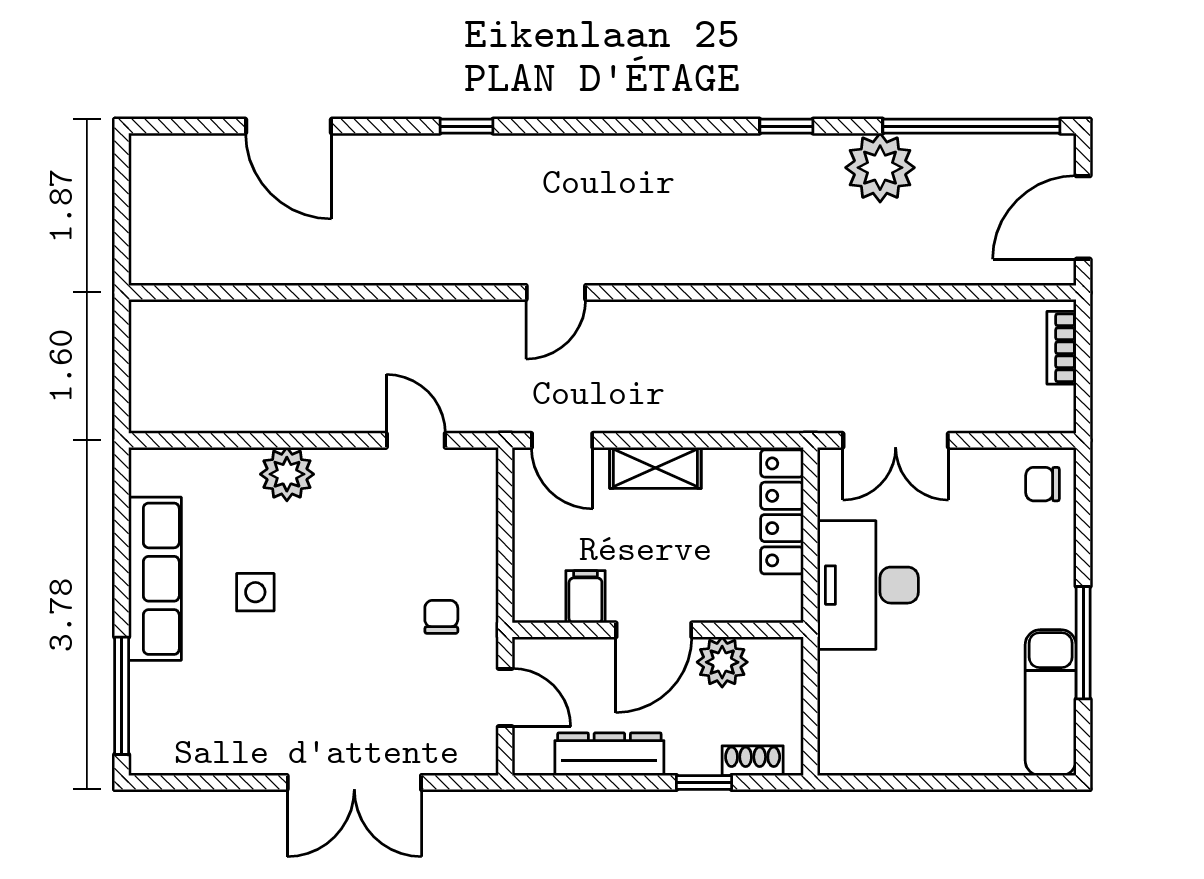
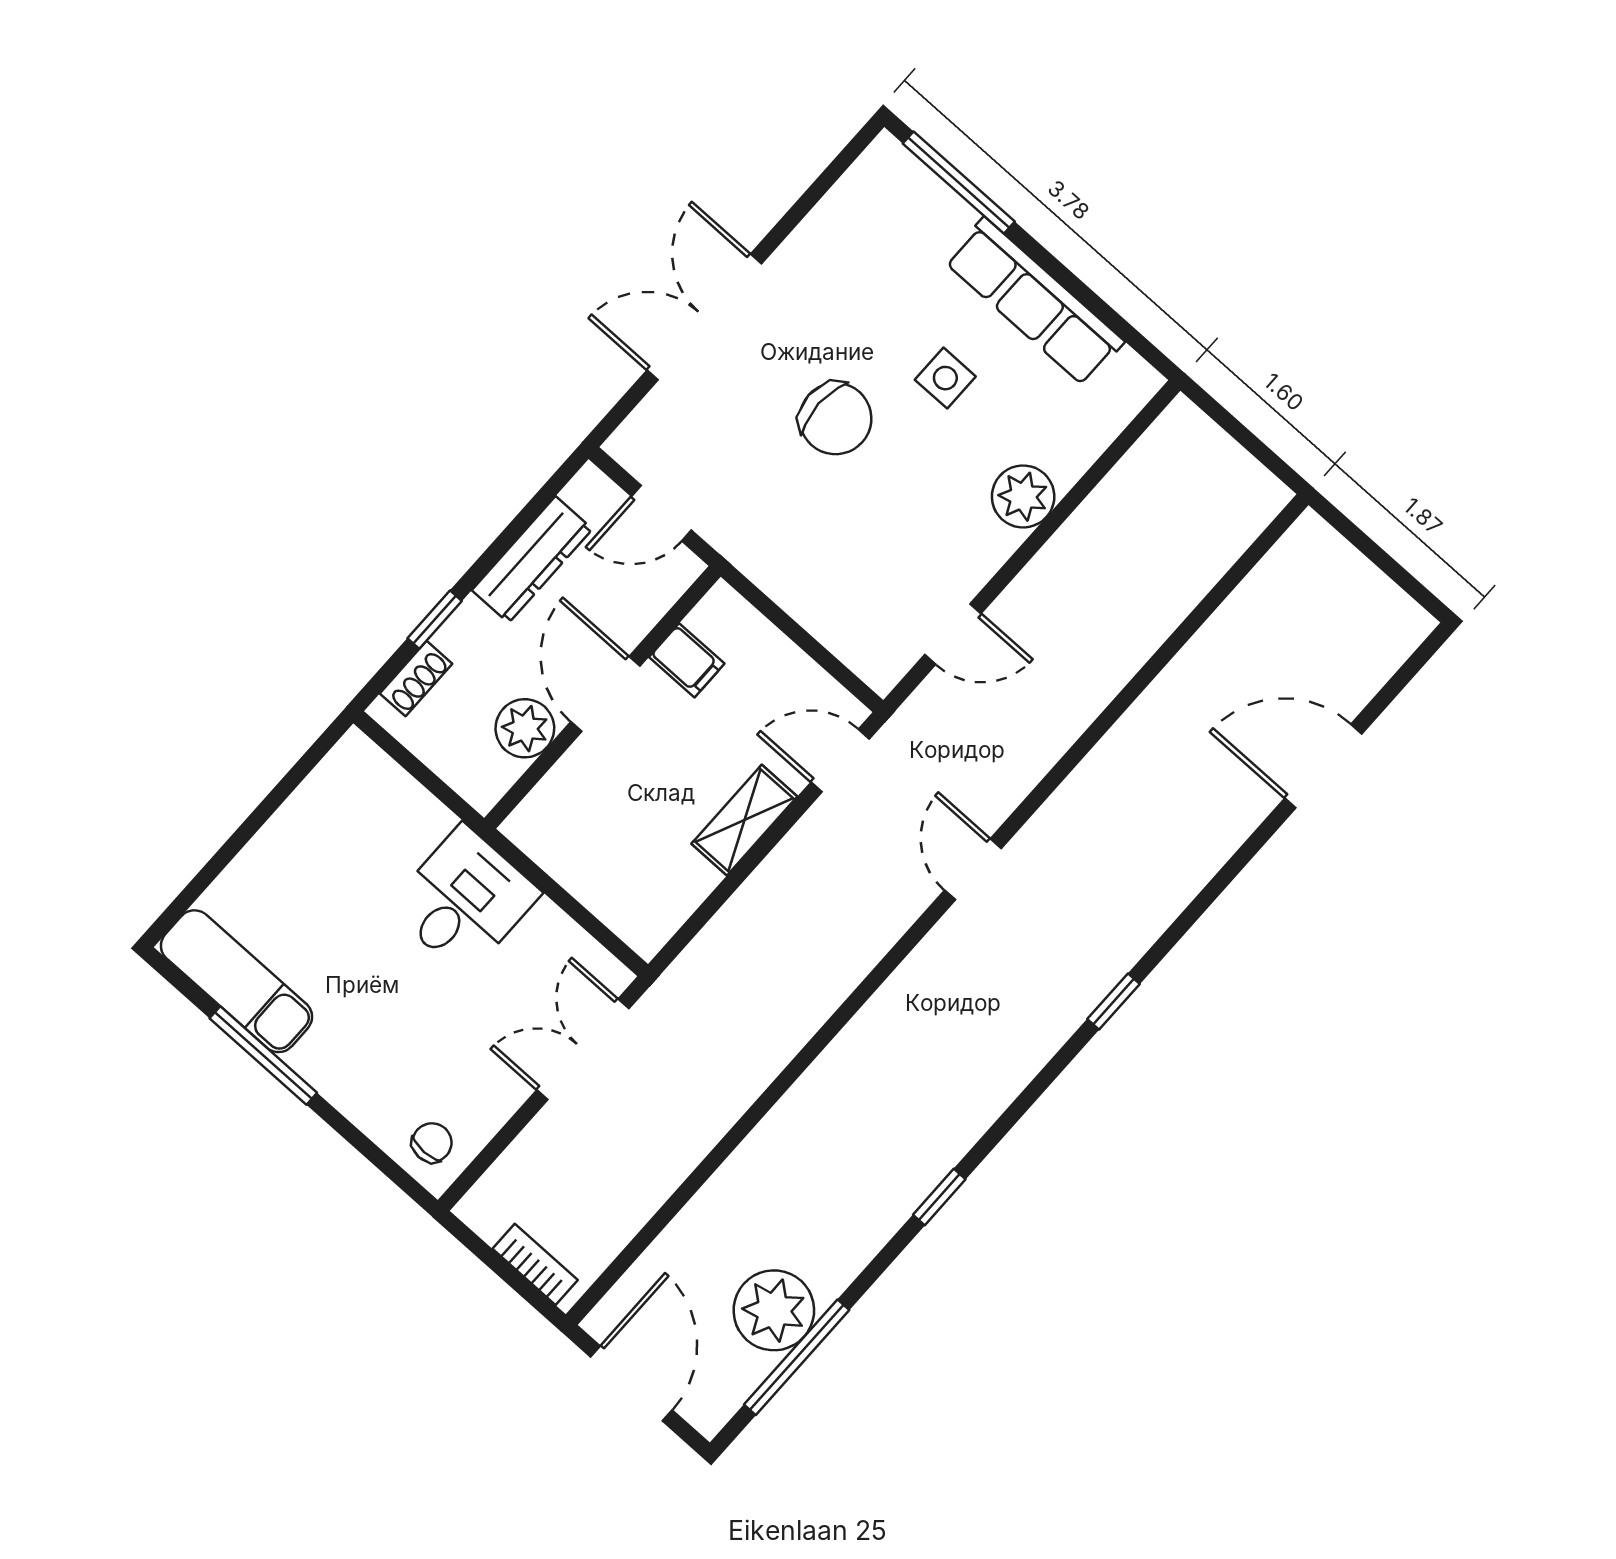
window: (466, 126) -> (1113, 1002), moved
window: (971, 126) -> (797, 1357), width x0.68
plant: (880, 168) -> (774, 1310), moved
locker: (782, 512) -> (609, 896), removed
desk: (868, 585) -> (464, 900), width x0.73
chair: (441, 617) -> (836, 419), moved, width x1.87, depth x1.87

